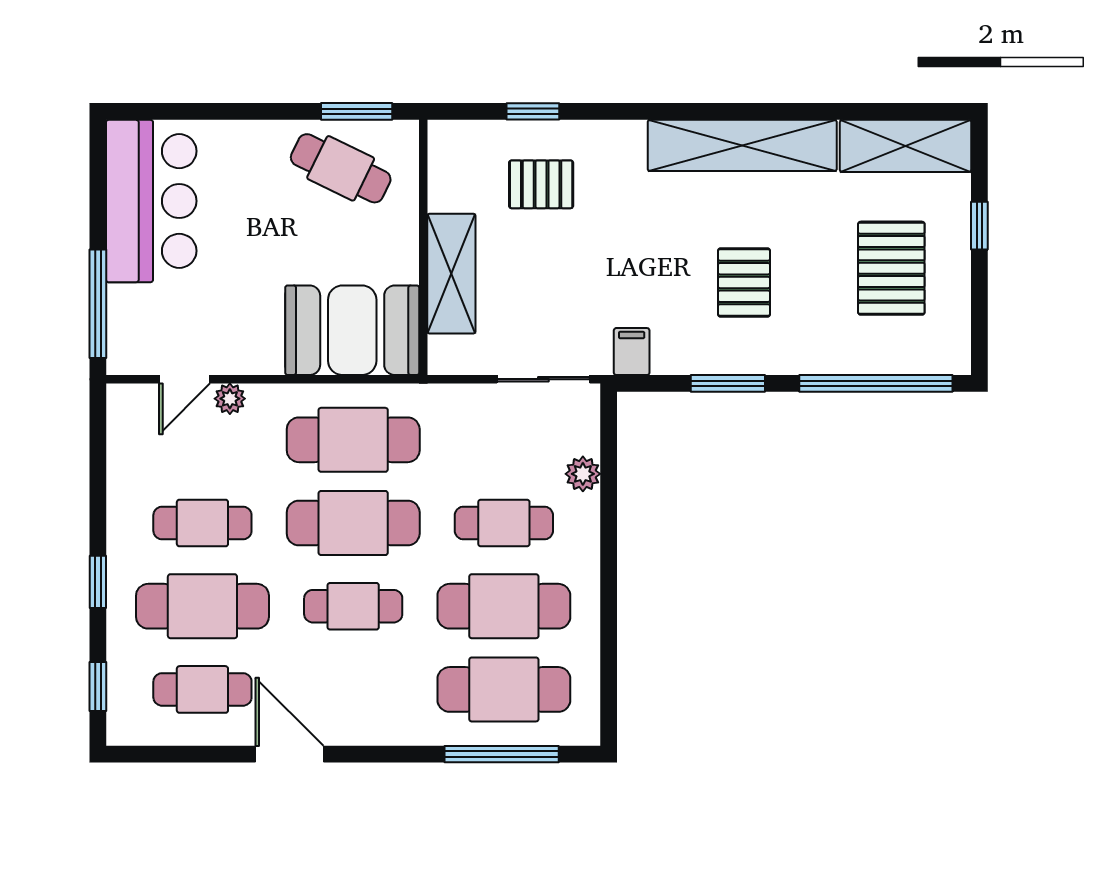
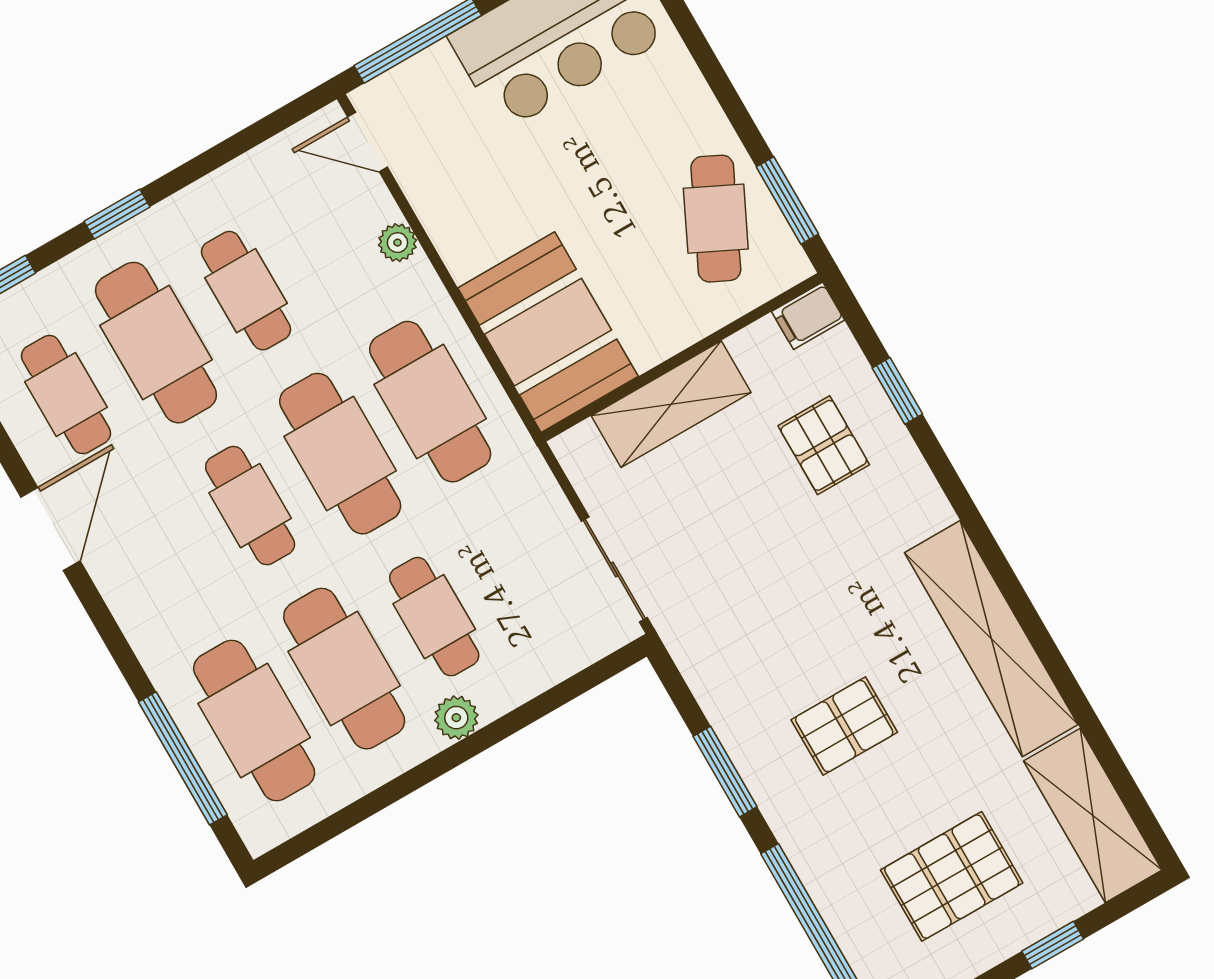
filing cabinet: (632, 352) -> (808, 316), moved, turned 180
door: (184, 379) -> (368, 142), moved
plant: (583, 474) -> (456, 718), moved

